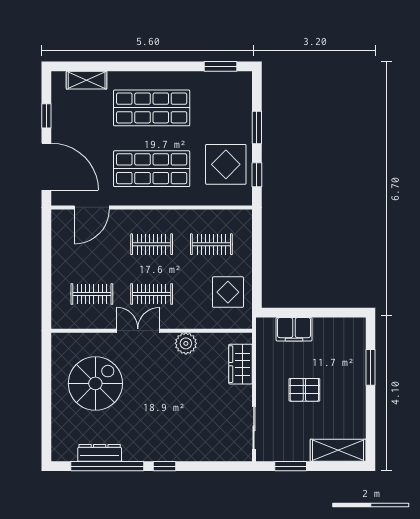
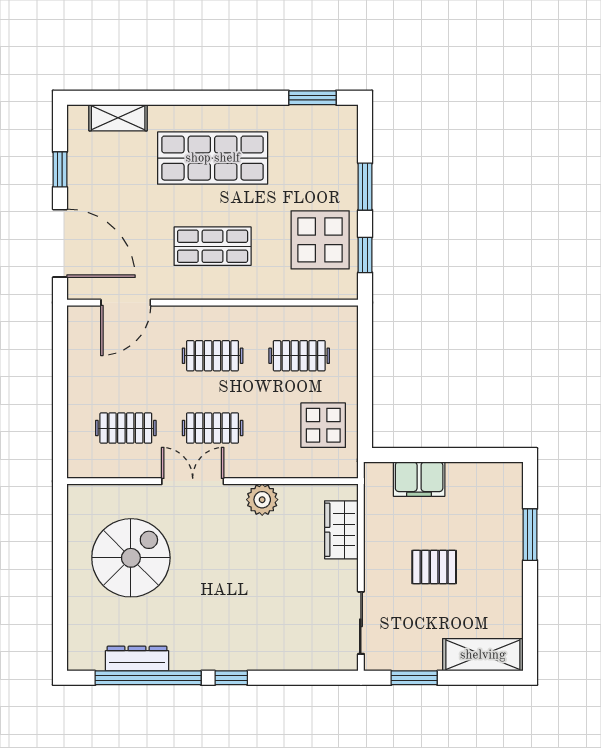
shop shelf: (152, 169) -> (213, 246), width x0.70, depth x0.74

